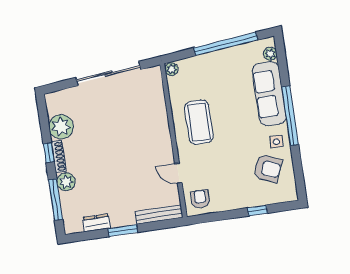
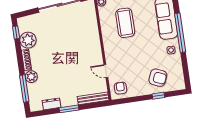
coffee table: (199, 122) -> (125, 23), moved
window: (49, 153) -> (16, 33), moved
armchair: (268, 168) -> (158, 78), moved

